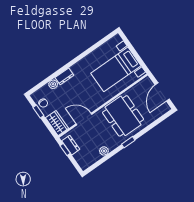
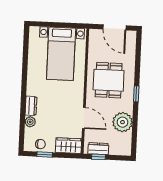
dining table: (123, 116) -> (109, 80), width x0.73
door: (84, 119) -> (84, 118), swing flipped
plant: (104, 151) -> (122, 122), width x1.87, depth x1.87

